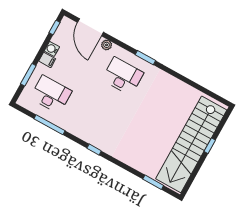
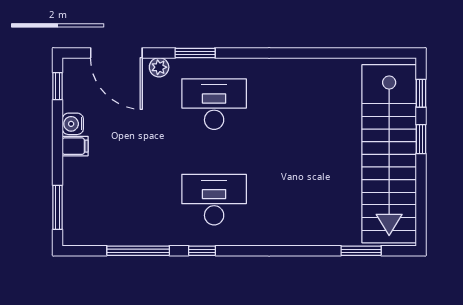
window: (145, 58) -> (195, 53), moved
window: (28, 75) -> (57, 207), moved
desk: (51, 94) -> (214, 200), moved
window: (222, 124) -> (421, 93), added
window: (94, 149) -> (202, 251), moved

